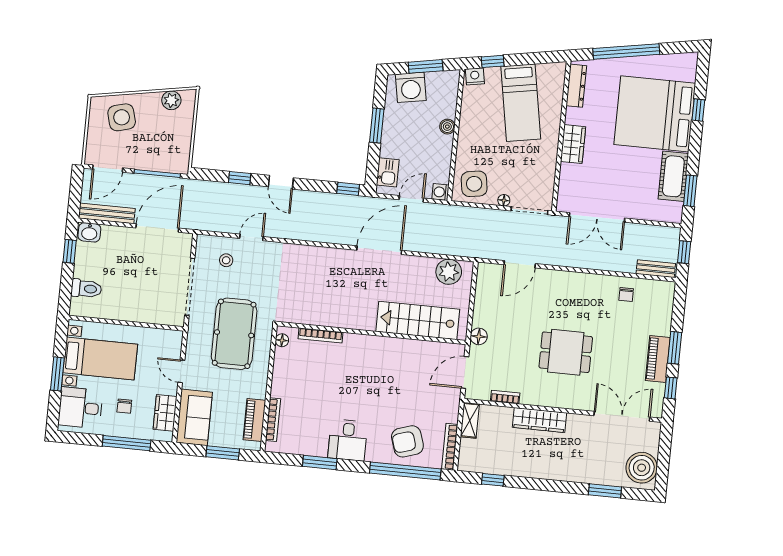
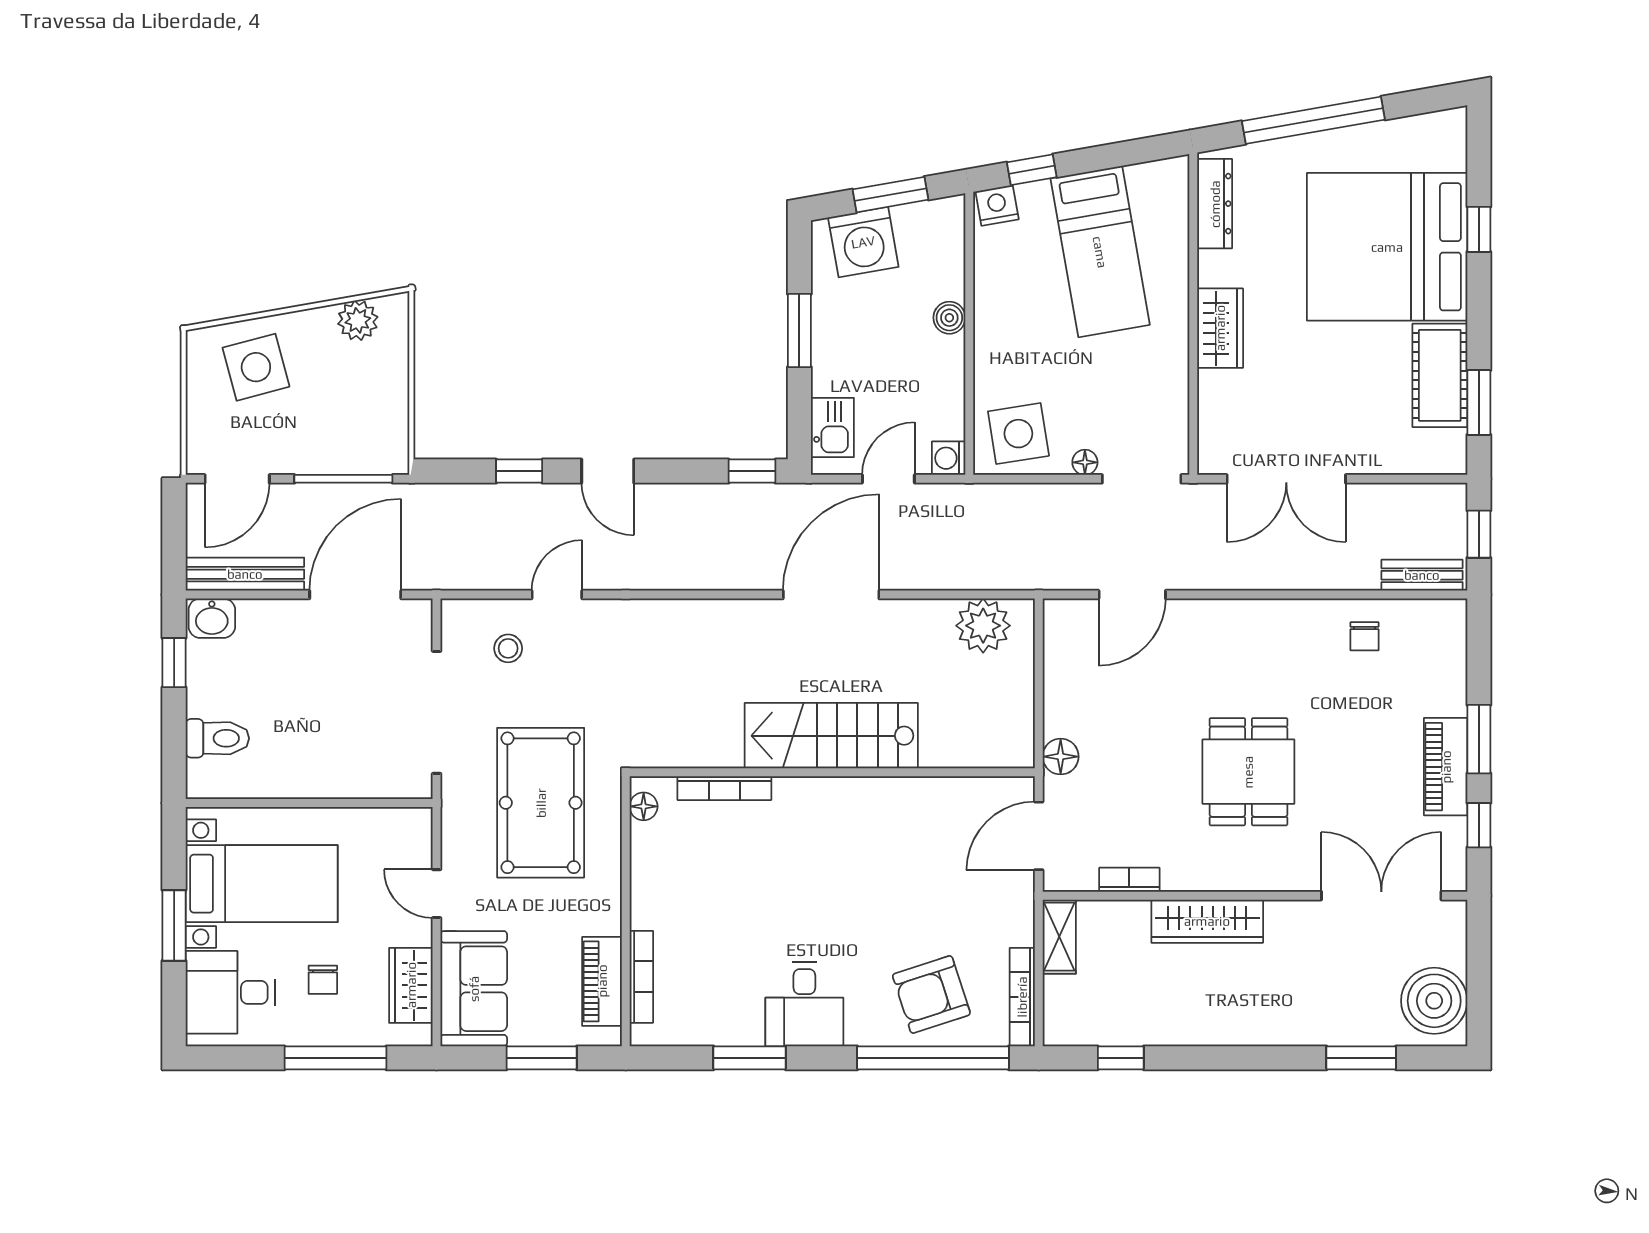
stairs: (418, 320) -> (831, 736), moved
dining table: (566, 352) -> (1248, 772), turned 90

